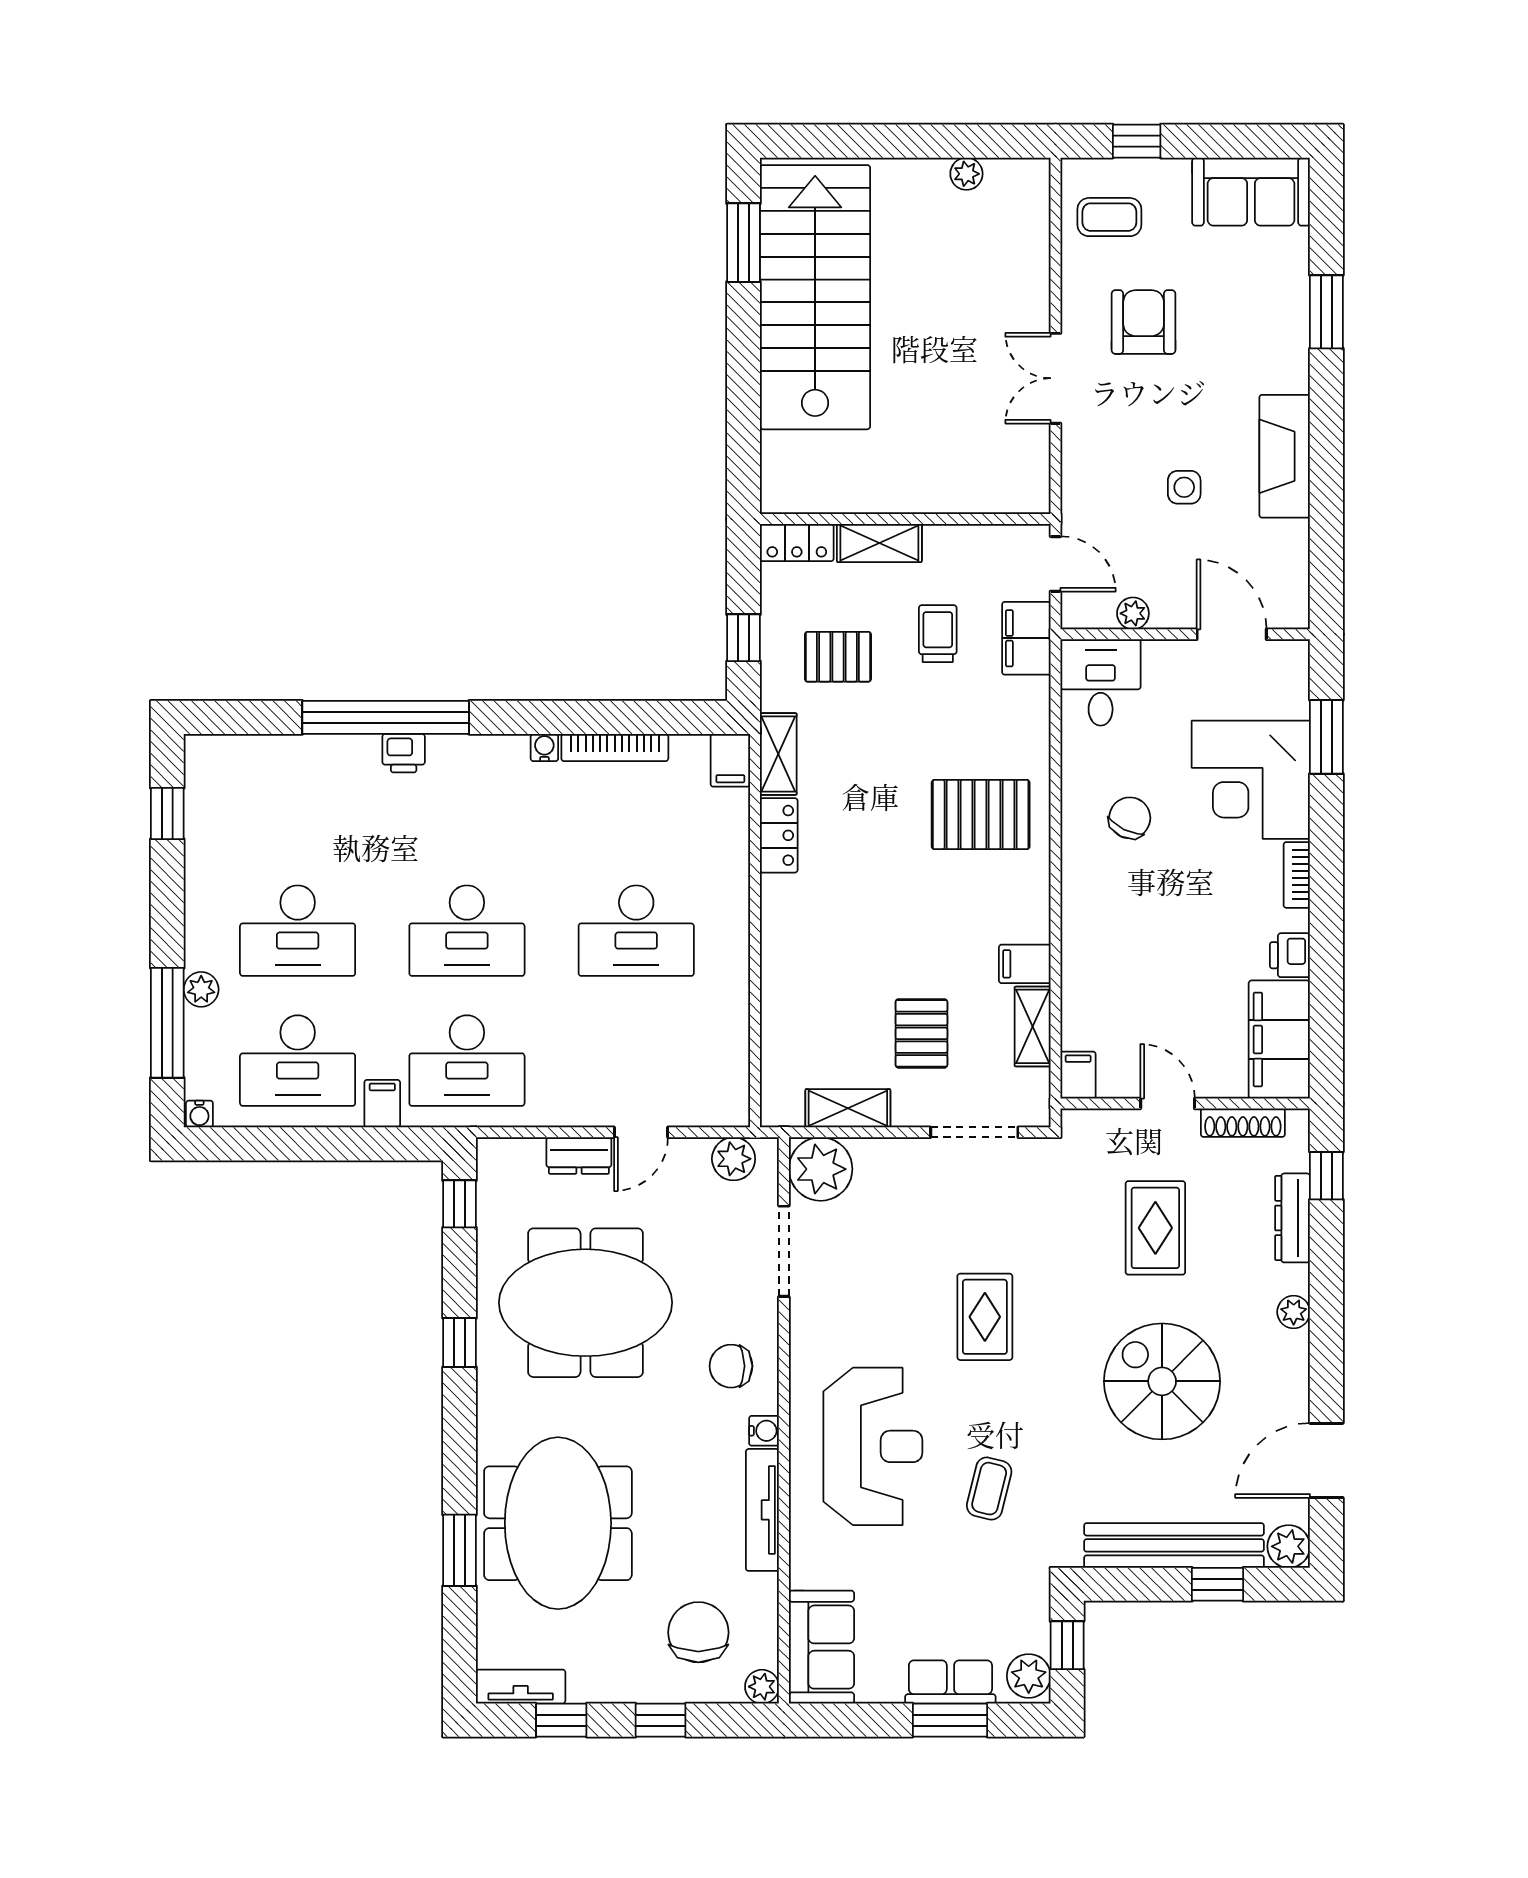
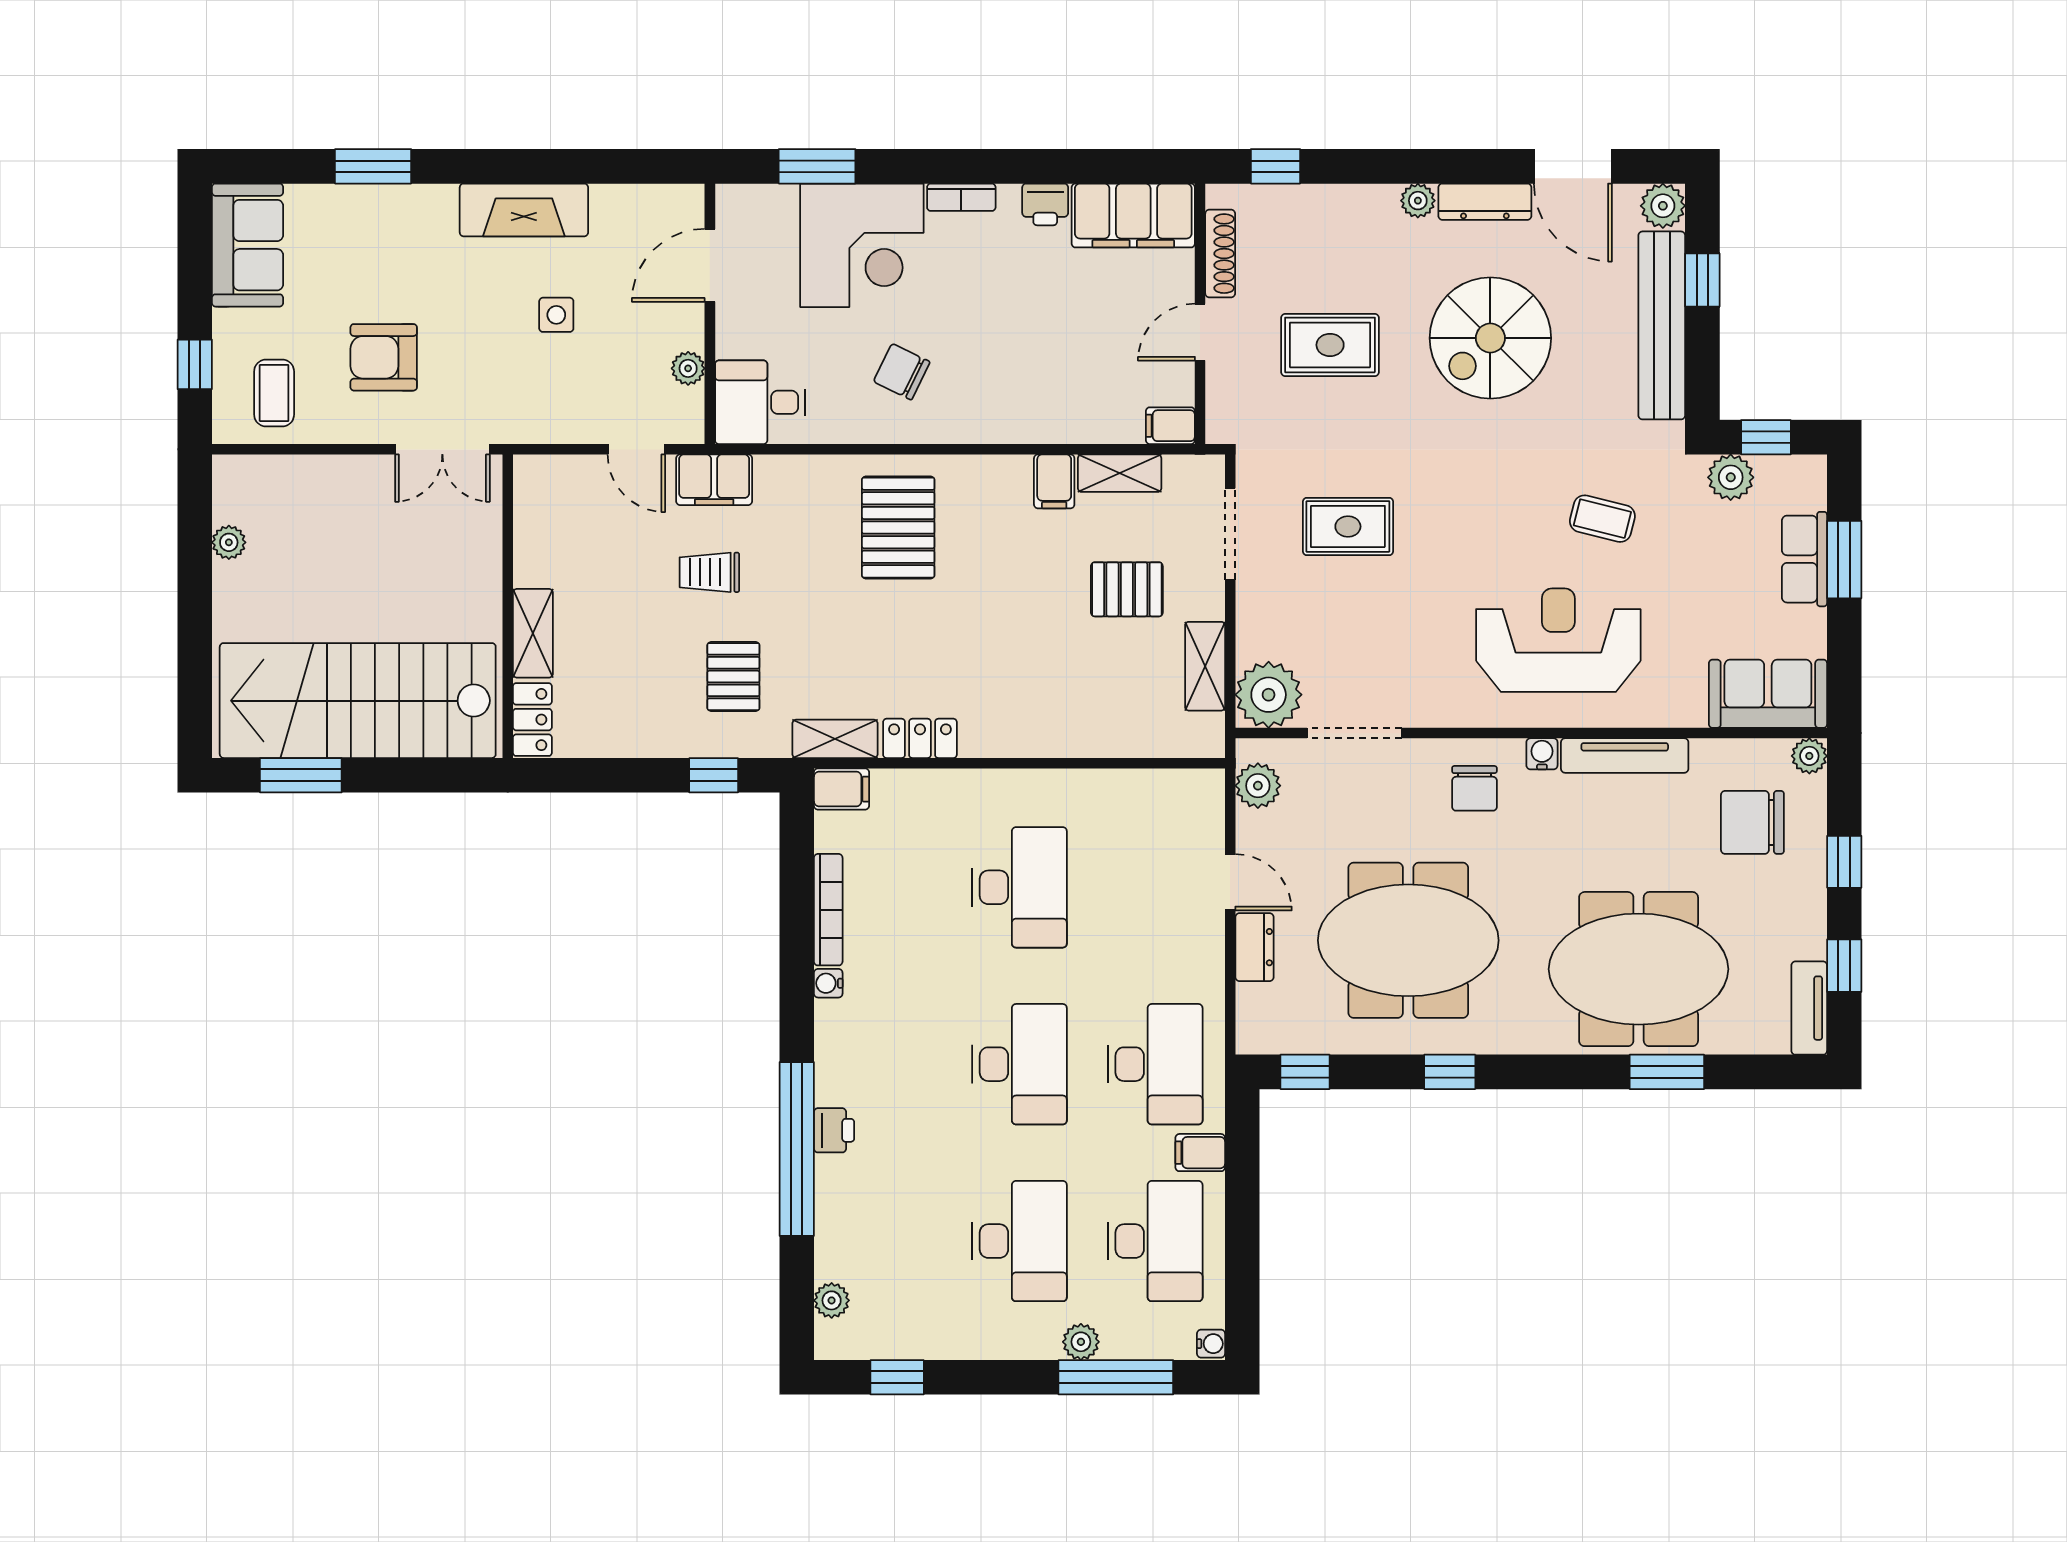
wall: (905, 519) -> (508, 606), moved
locker: (797, 543) -> (532, 720), moved
shelving: (879, 543) -> (533, 633), moved
door: (1056, 564) -> (636, 449), swing flipped
plant: (241, 751) -> (832, 1300), added
dresser: (1292, 1218) -> (1485, 202), moved
meeting table: (585, 1303) -> (1408, 940), turned 90
rug: (985, 1317) -> (1348, 526), moved
plant: (1029, 1676) -> (1731, 477), moved

